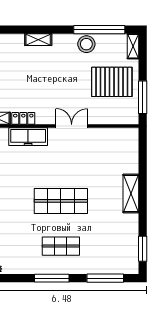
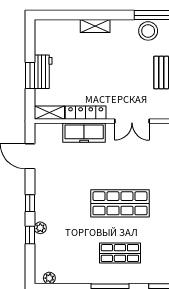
locker: (23, 118) -> (86, 113), width x1.53
double door: (72, 126) -> (132, 121), swing flipped

